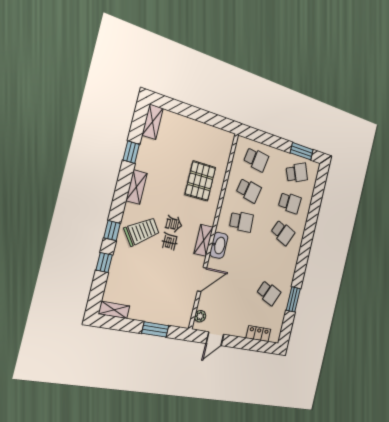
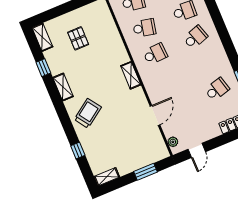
pallet: (200, 181) -> (78, 38), moved, width x0.67, depth x0.71
window: (112, 230) -> (68, 127), removed
school desk: (283, 233) -> (195, 37), turned -42
shelving: (204, 240) -> (131, 75), moved
washbasin: (219, 245) -> (150, 83), removed
school desk: (269, 293) -> (217, 89), turned -39

